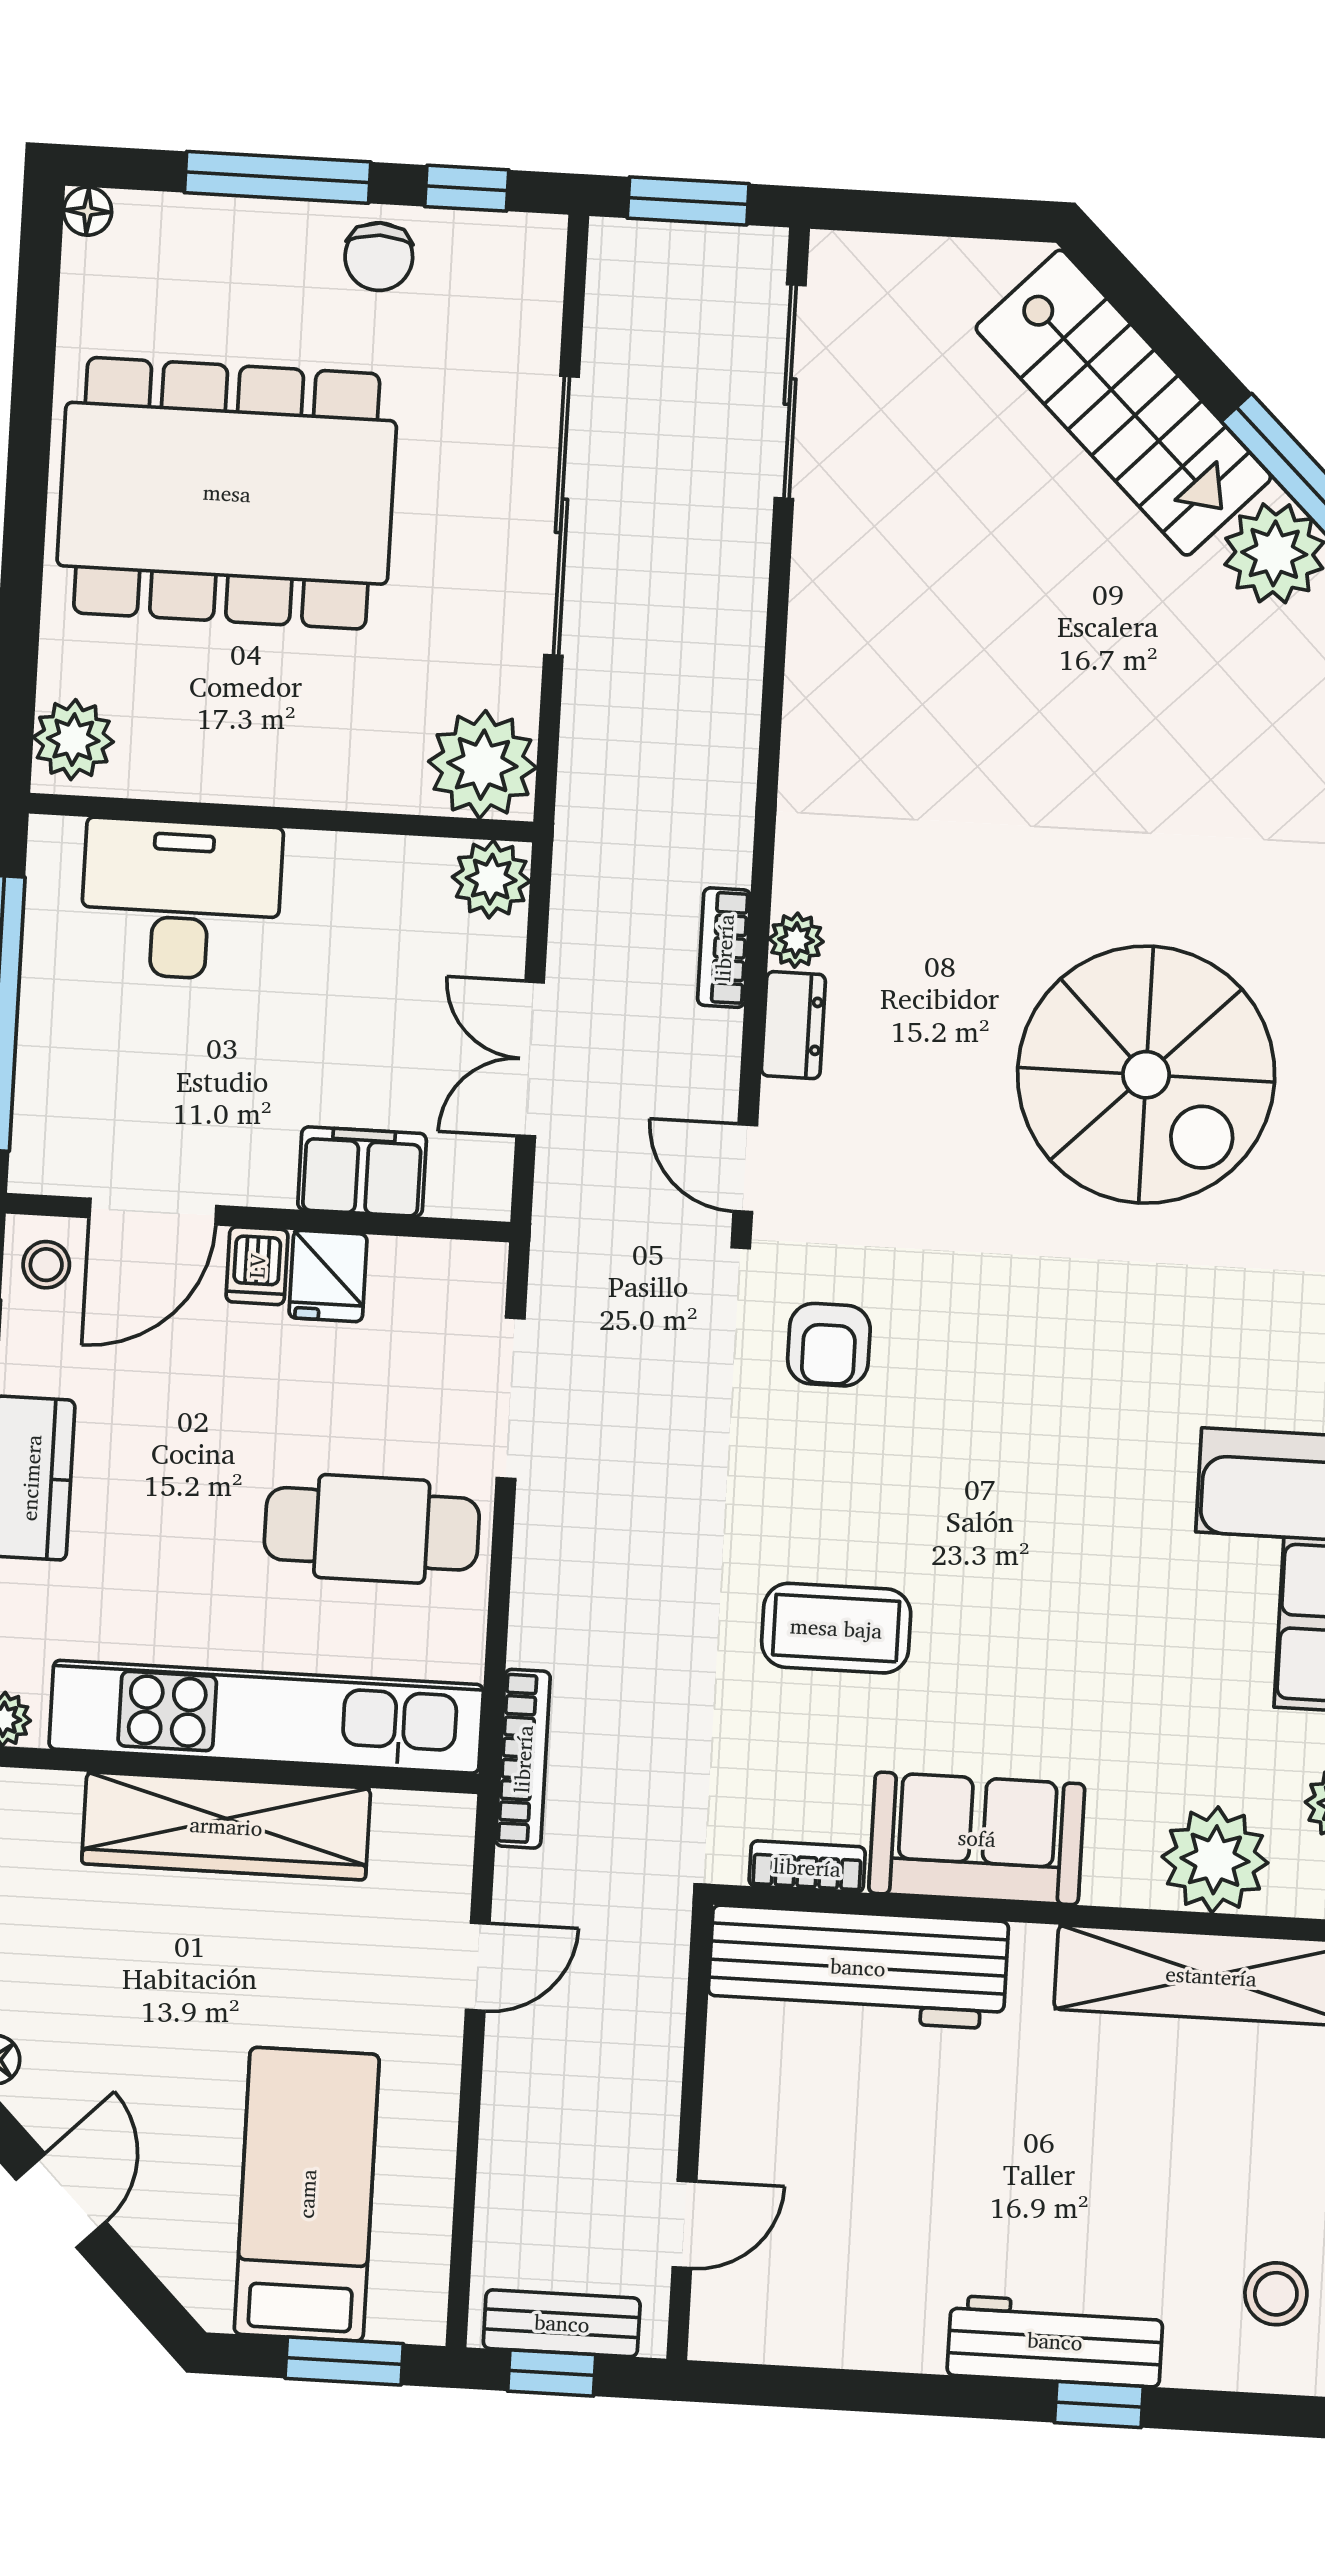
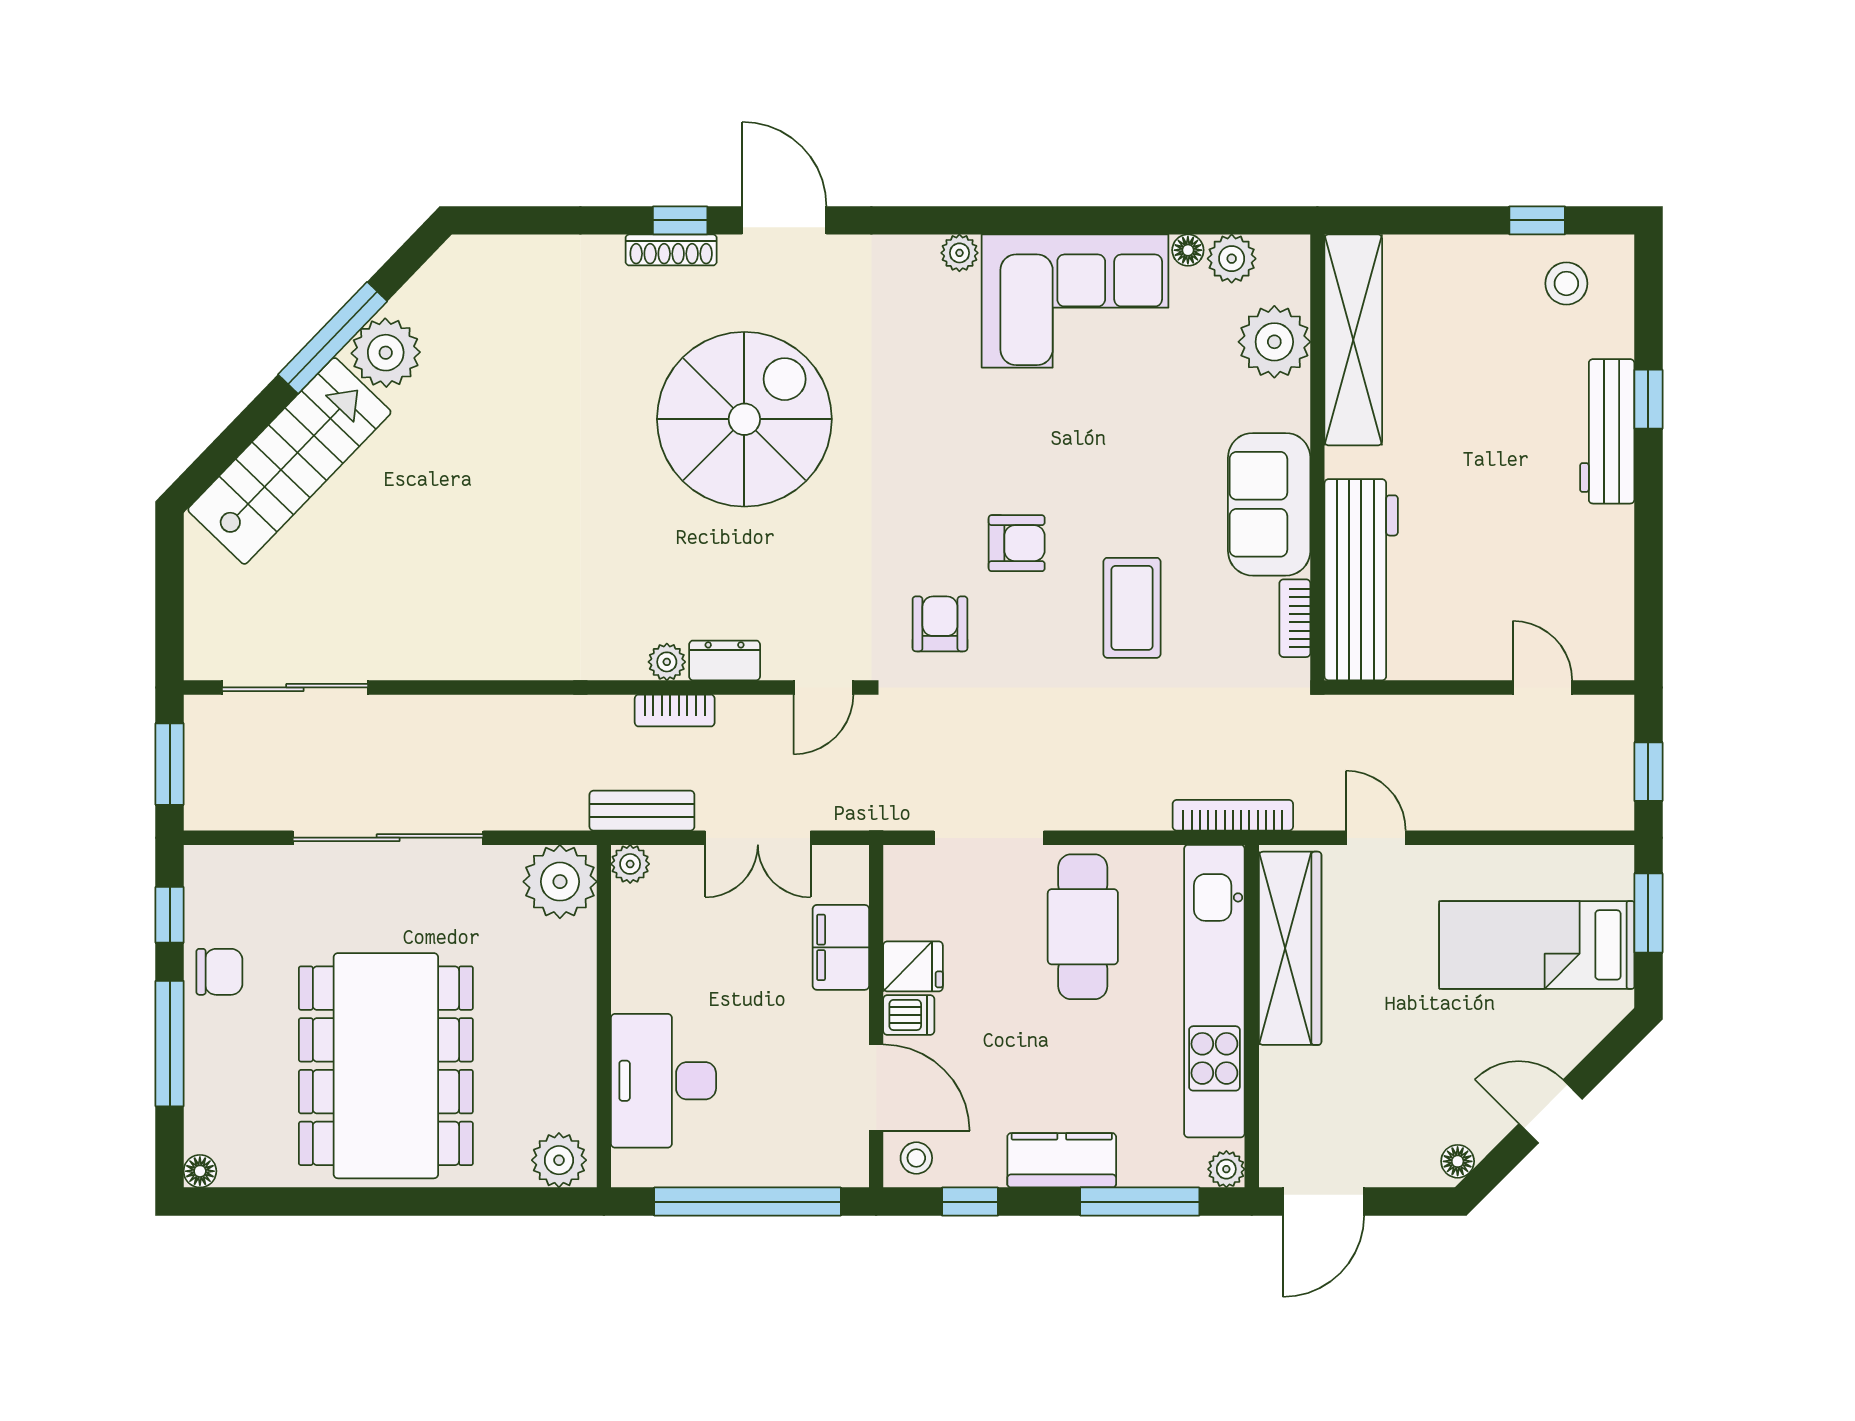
plant: (491, 879) -> (630, 864), width x0.73, depth x0.73
armchair: (829, 1345) -> (940, 624), turned -90
armchair: (941, 1464) -> (1017, 543), added
wardrobe: (226, 1826) -> (1290, 948), moved
bench: (562, 2323) -> (642, 811), moved, turned 90

